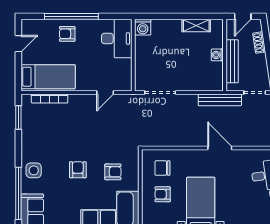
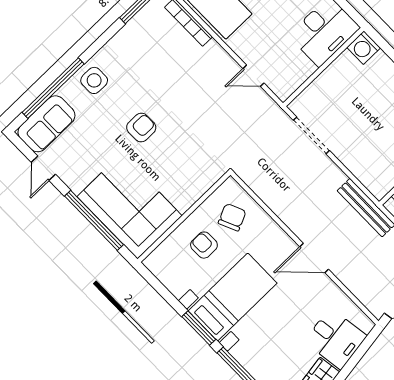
door: (220, 148) -> (314, 258), swing flipped
chair: (162, 168) -> (232, 217), turned 66
armchair: (113, 172) -> (176, 168), removed

